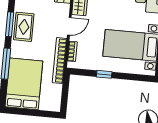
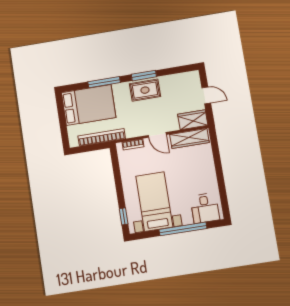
bookcase: (60, 61) -> (102, 137), moved
window: (104, 74) -> (124, 216), moved

